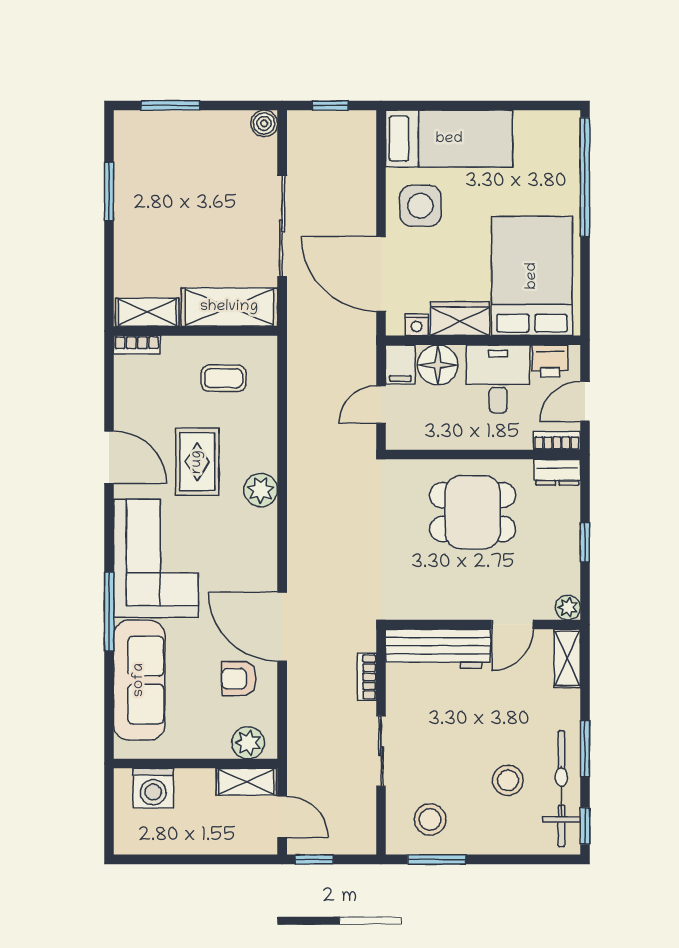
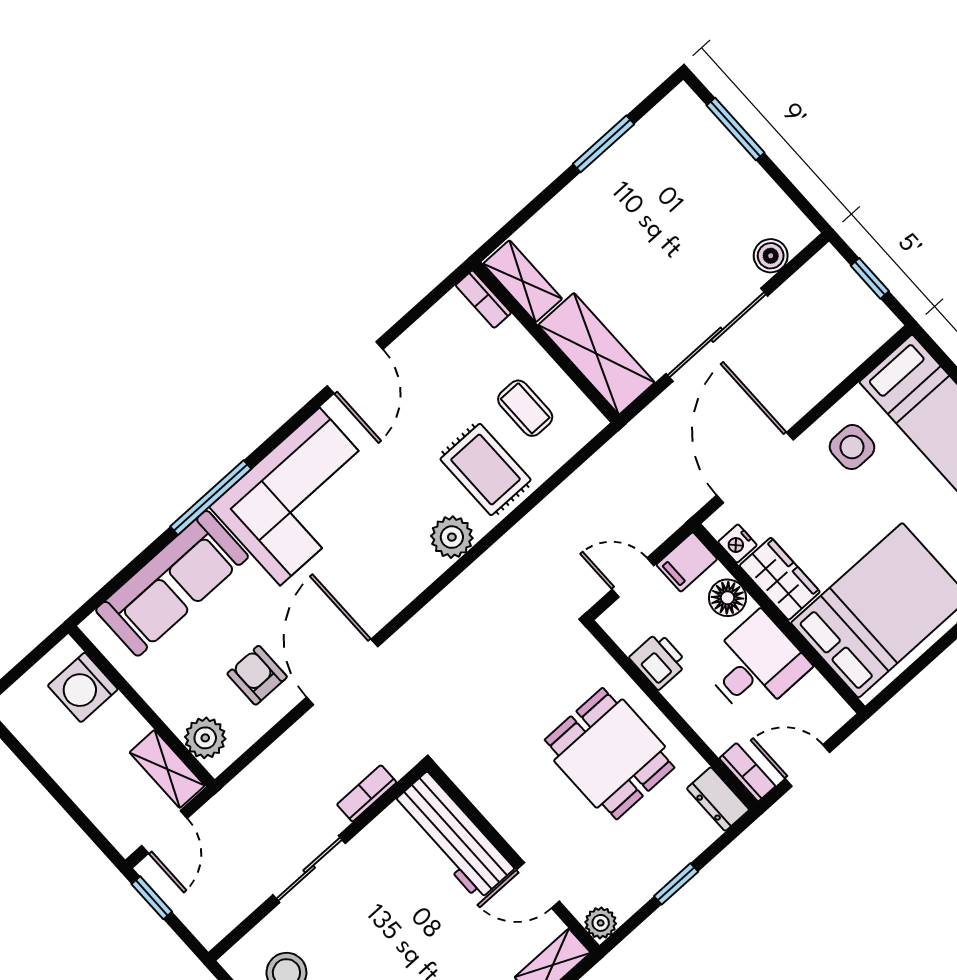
boiler: (264, 123) -> (771, 256), moved
side table: (420, 206) -> (852, 447), width x0.73, depth x0.73
printer: (550, 361) -> (659, 661), moved, turned 180
floor lamp: (438, 365) -> (727, 598), width x0.73, depth x0.73
rug: (197, 462) -> (486, 469), moved, turned 90

